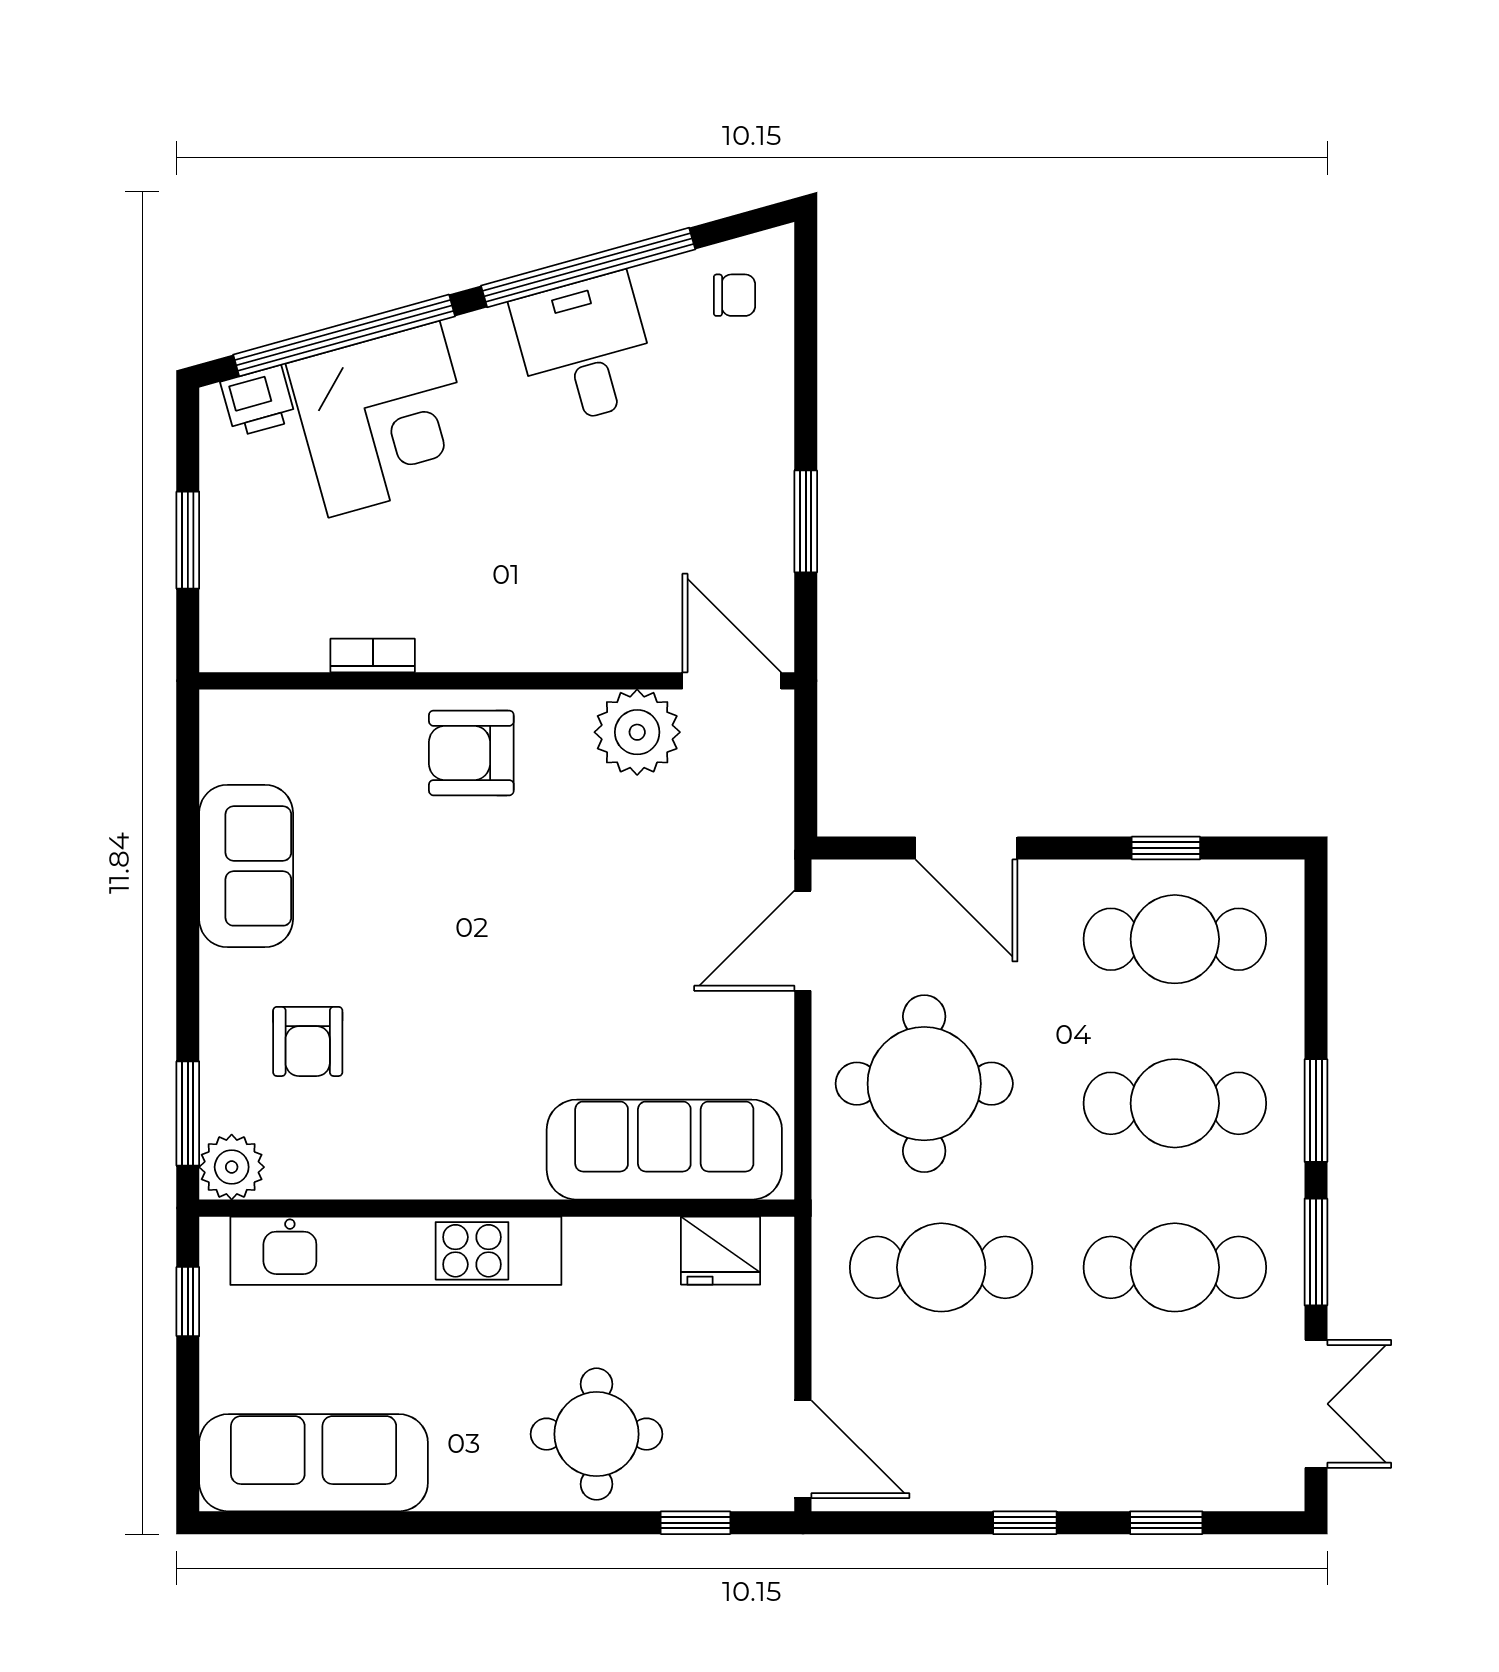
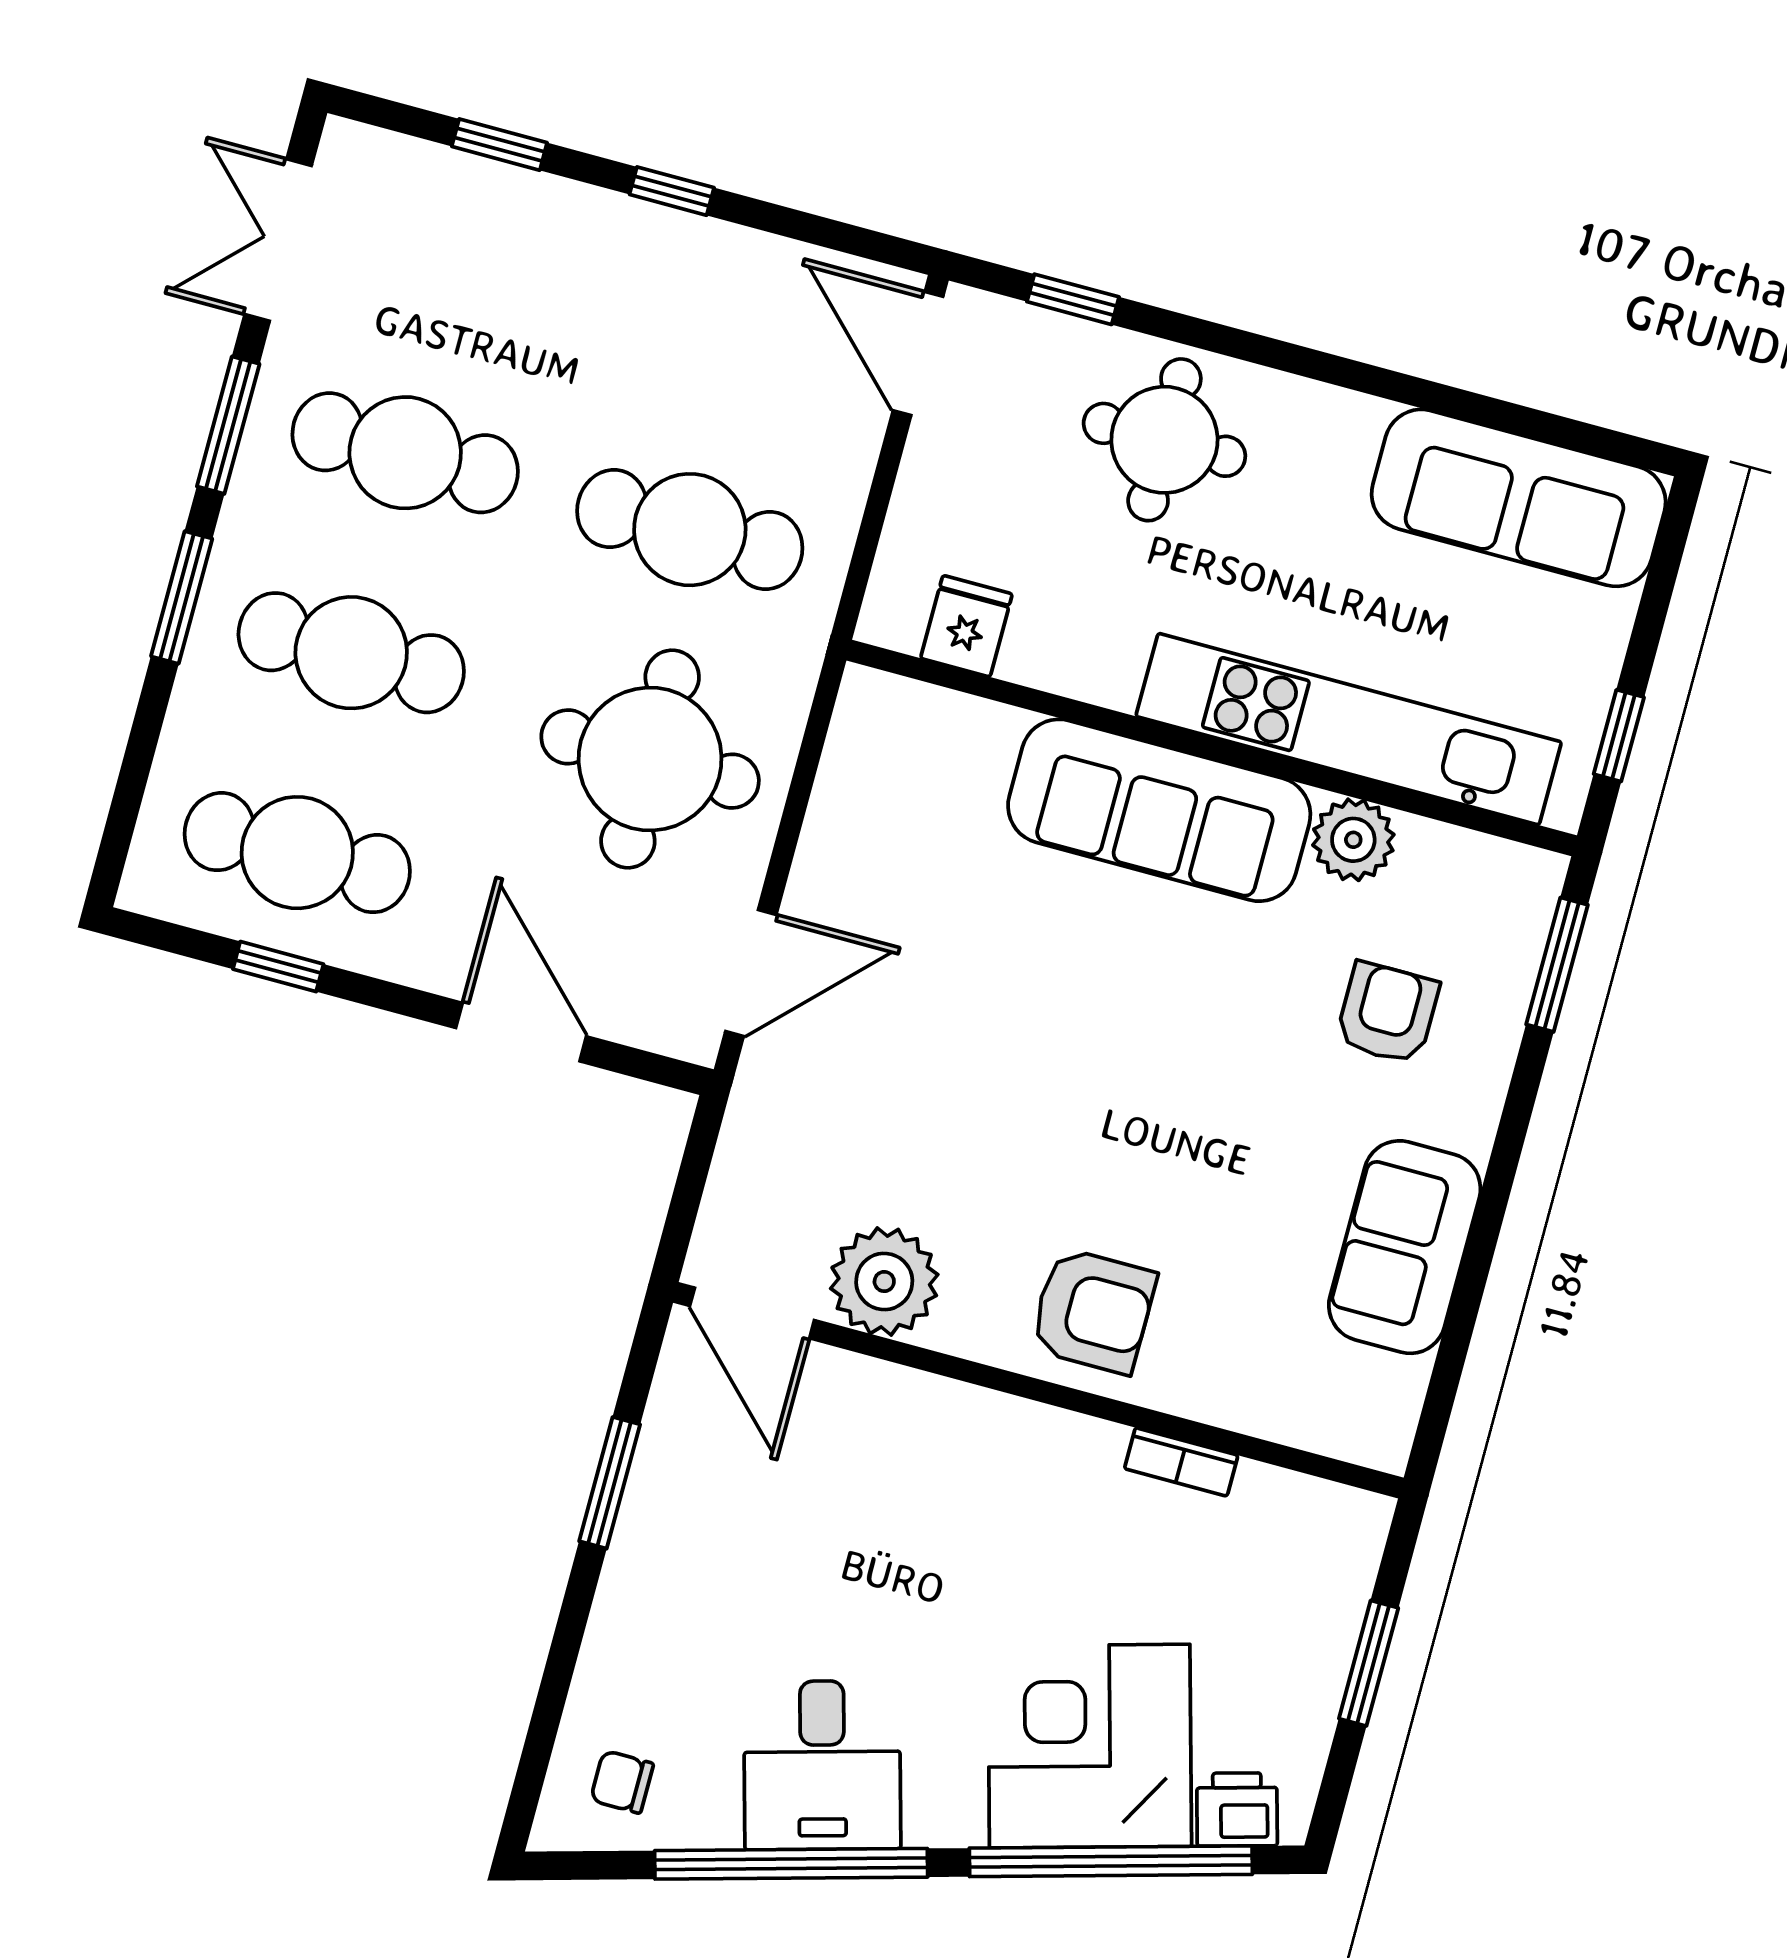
sofa: (664, 1150) -> (1159, 810), moved
plant: (232, 1167) -> (1353, 840), moved
fridge: (721, 1251) -> (966, 626), width x0.72

